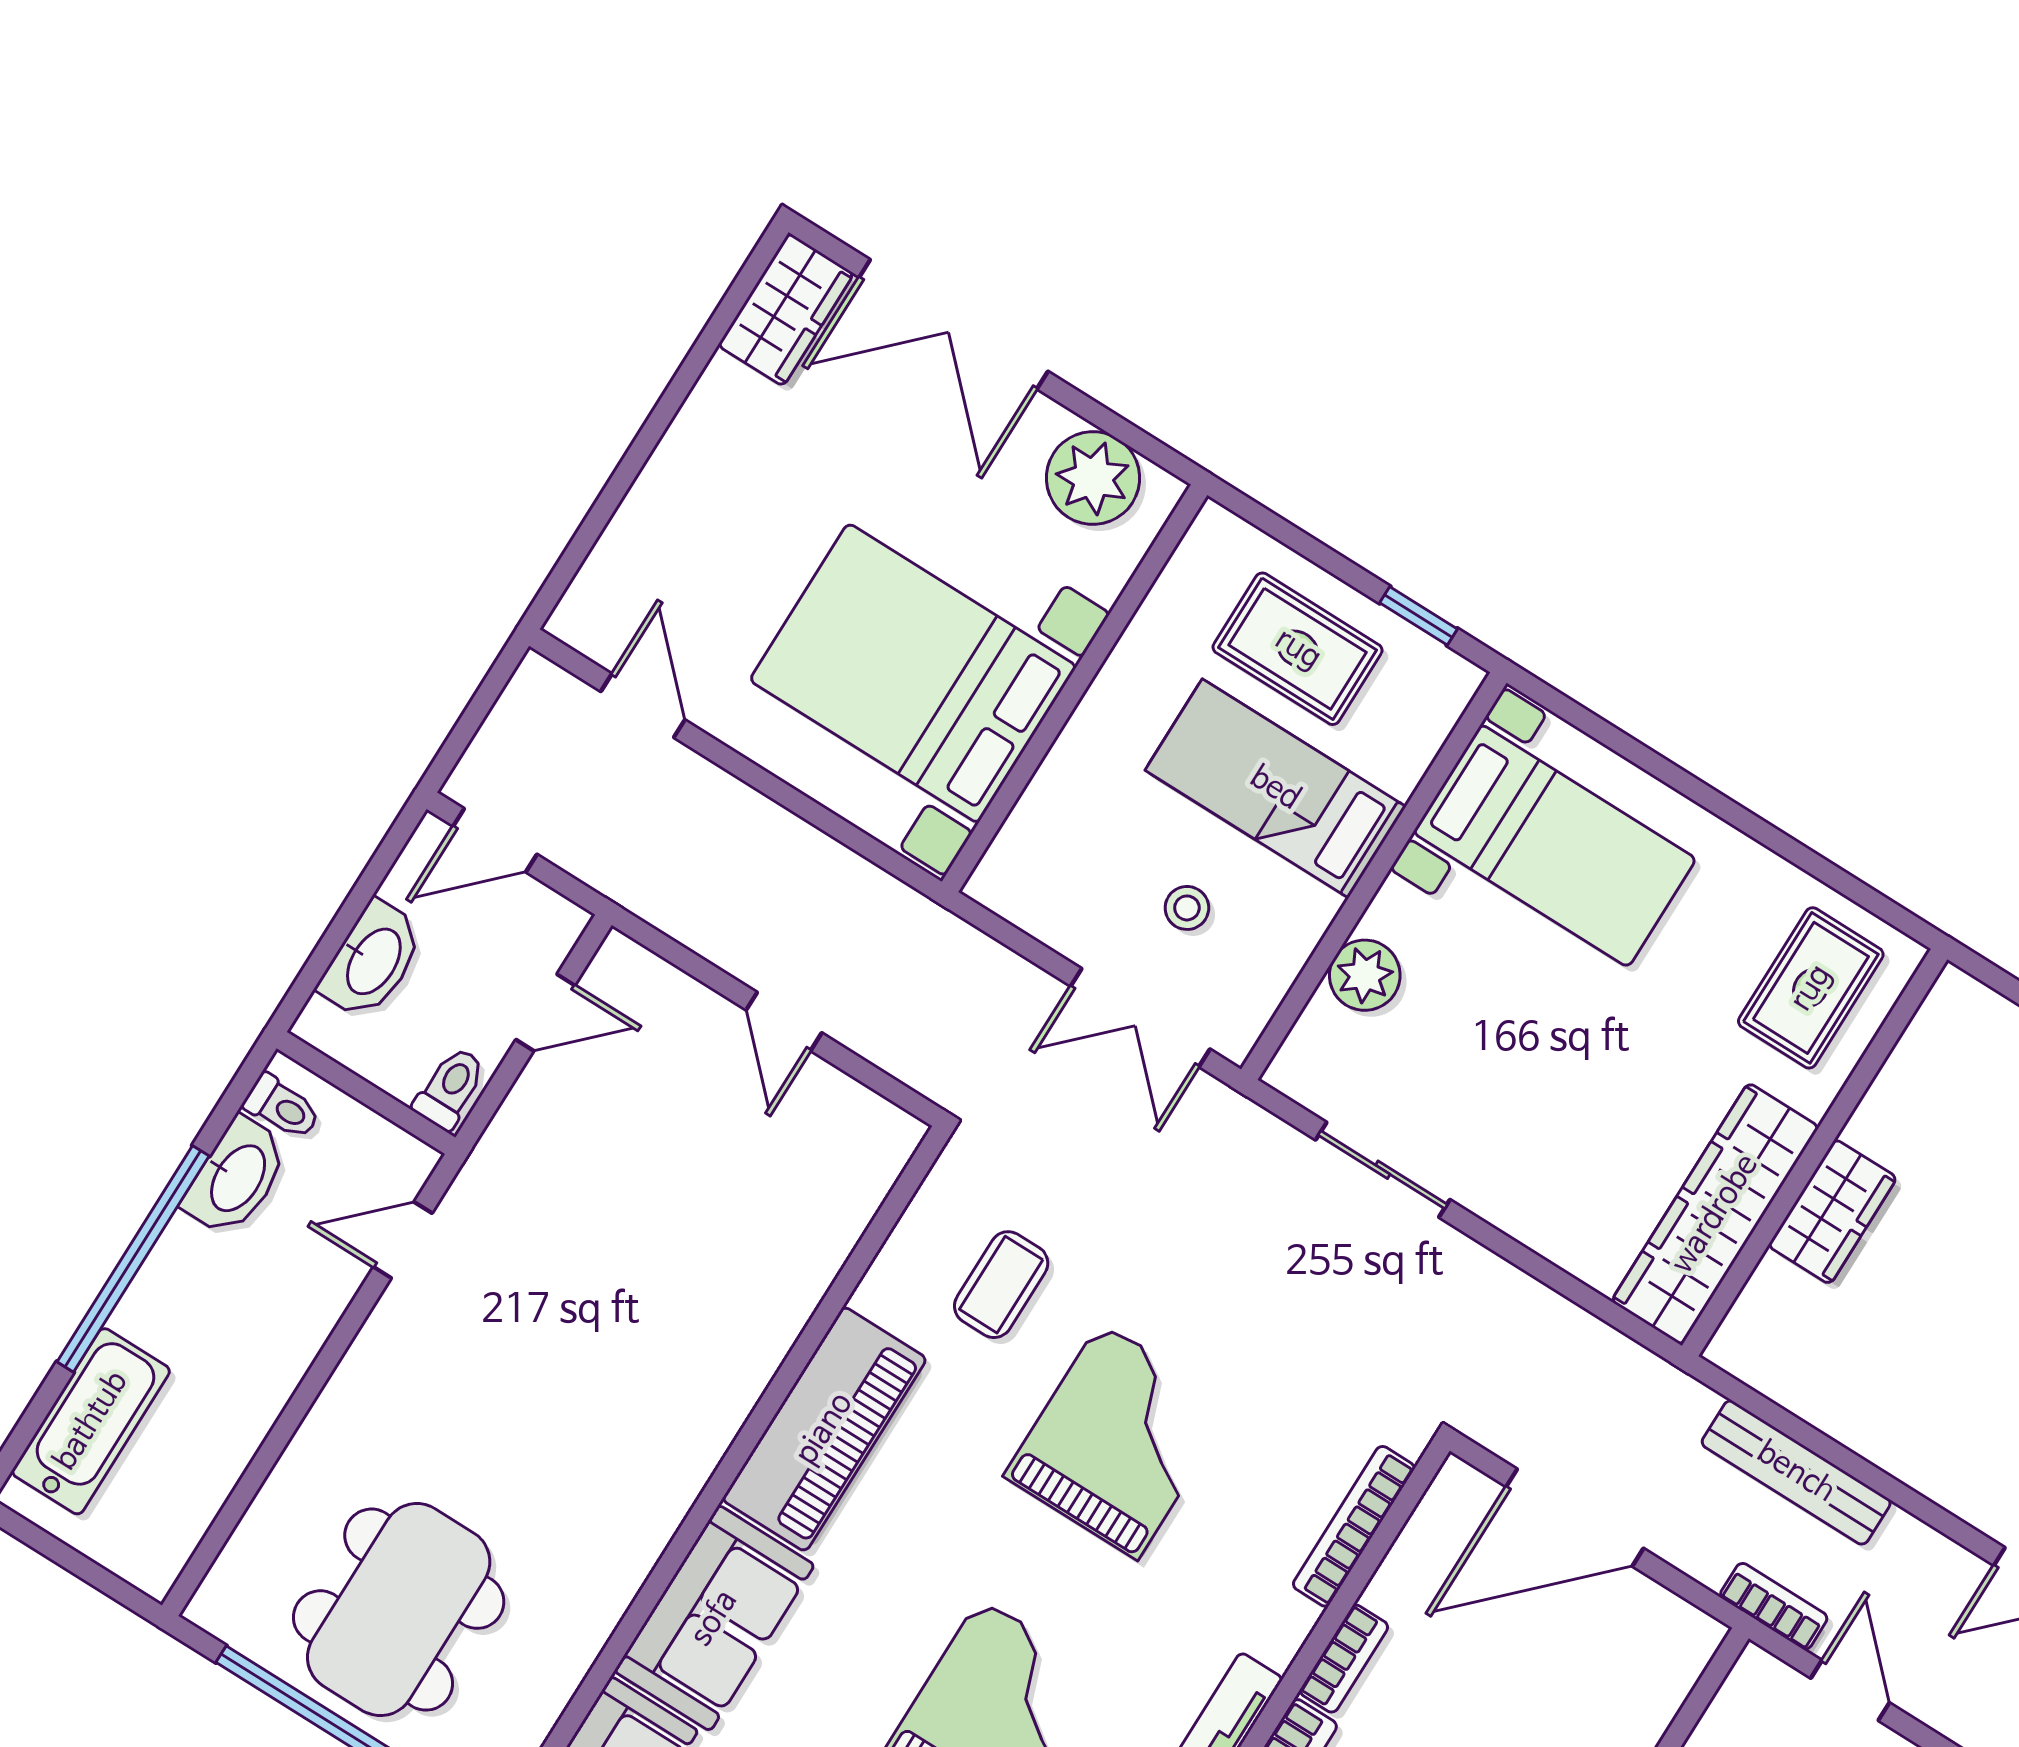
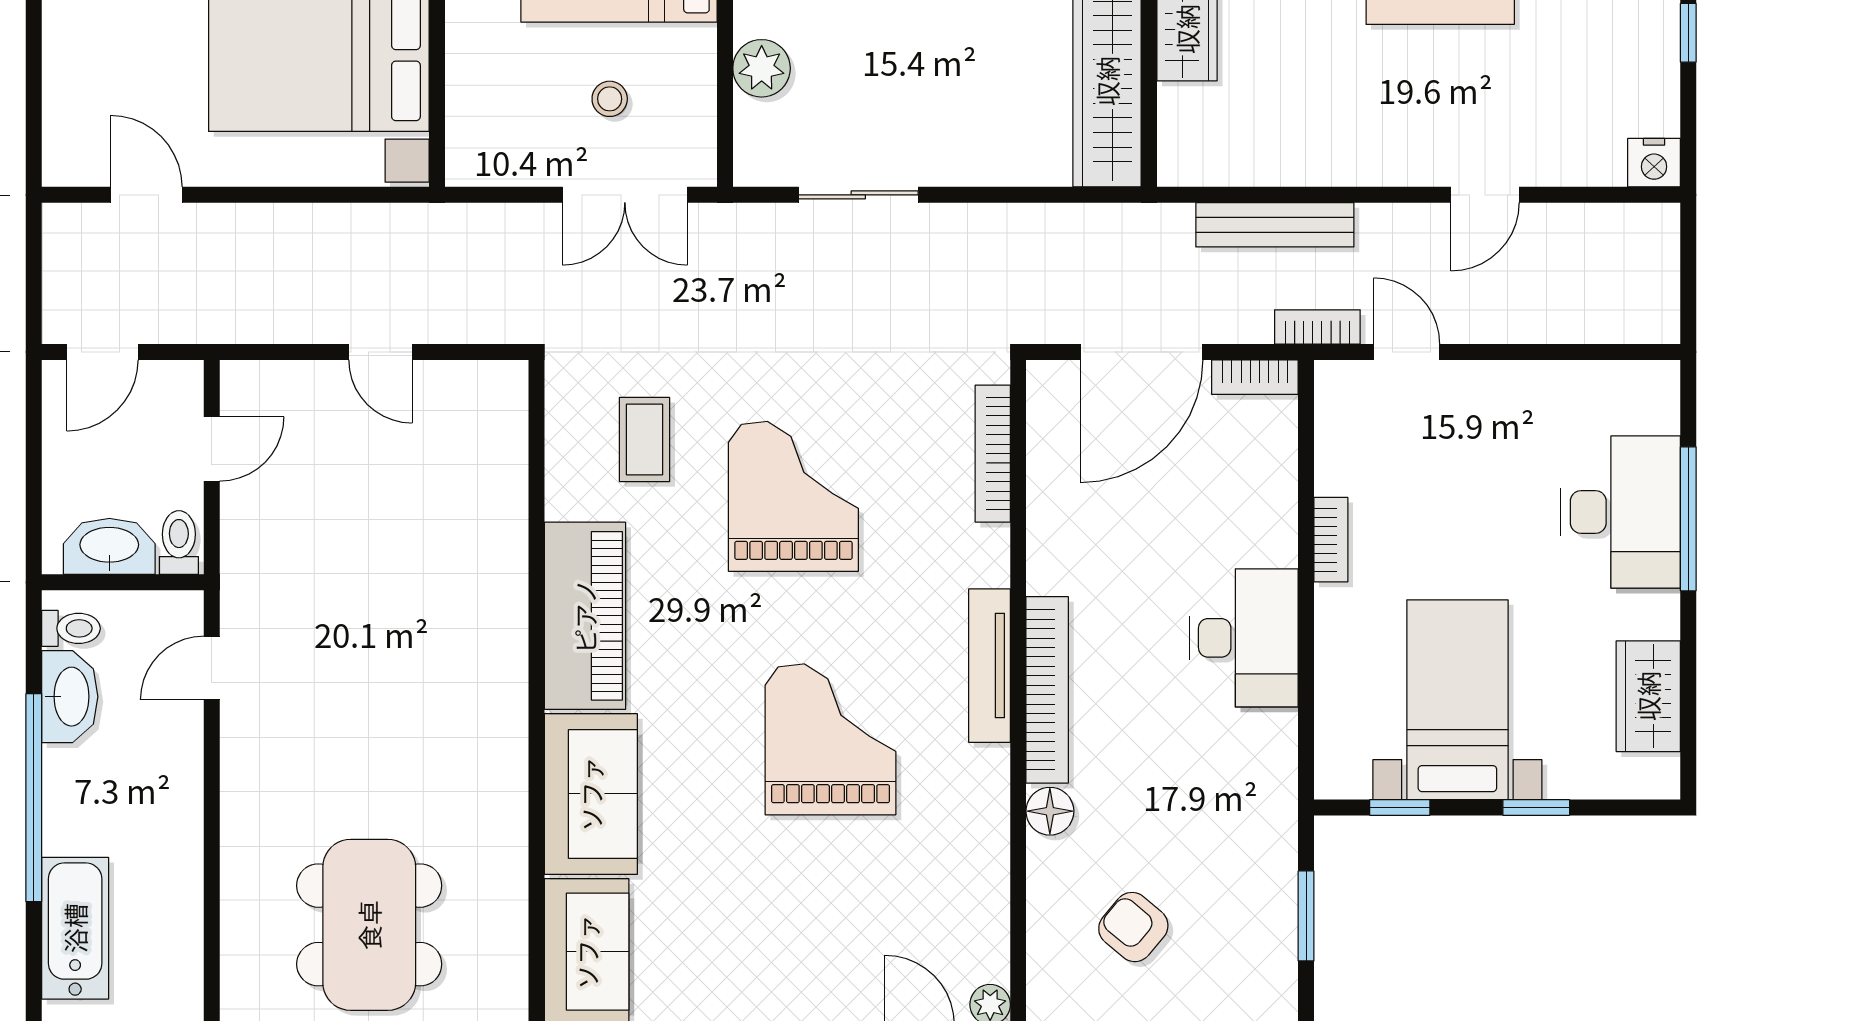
washbasin: (372, 960) -> (109, 546), moved, turned -90
bookcase: (1344, 1659) -> (1255, 377), moved, turned 90

